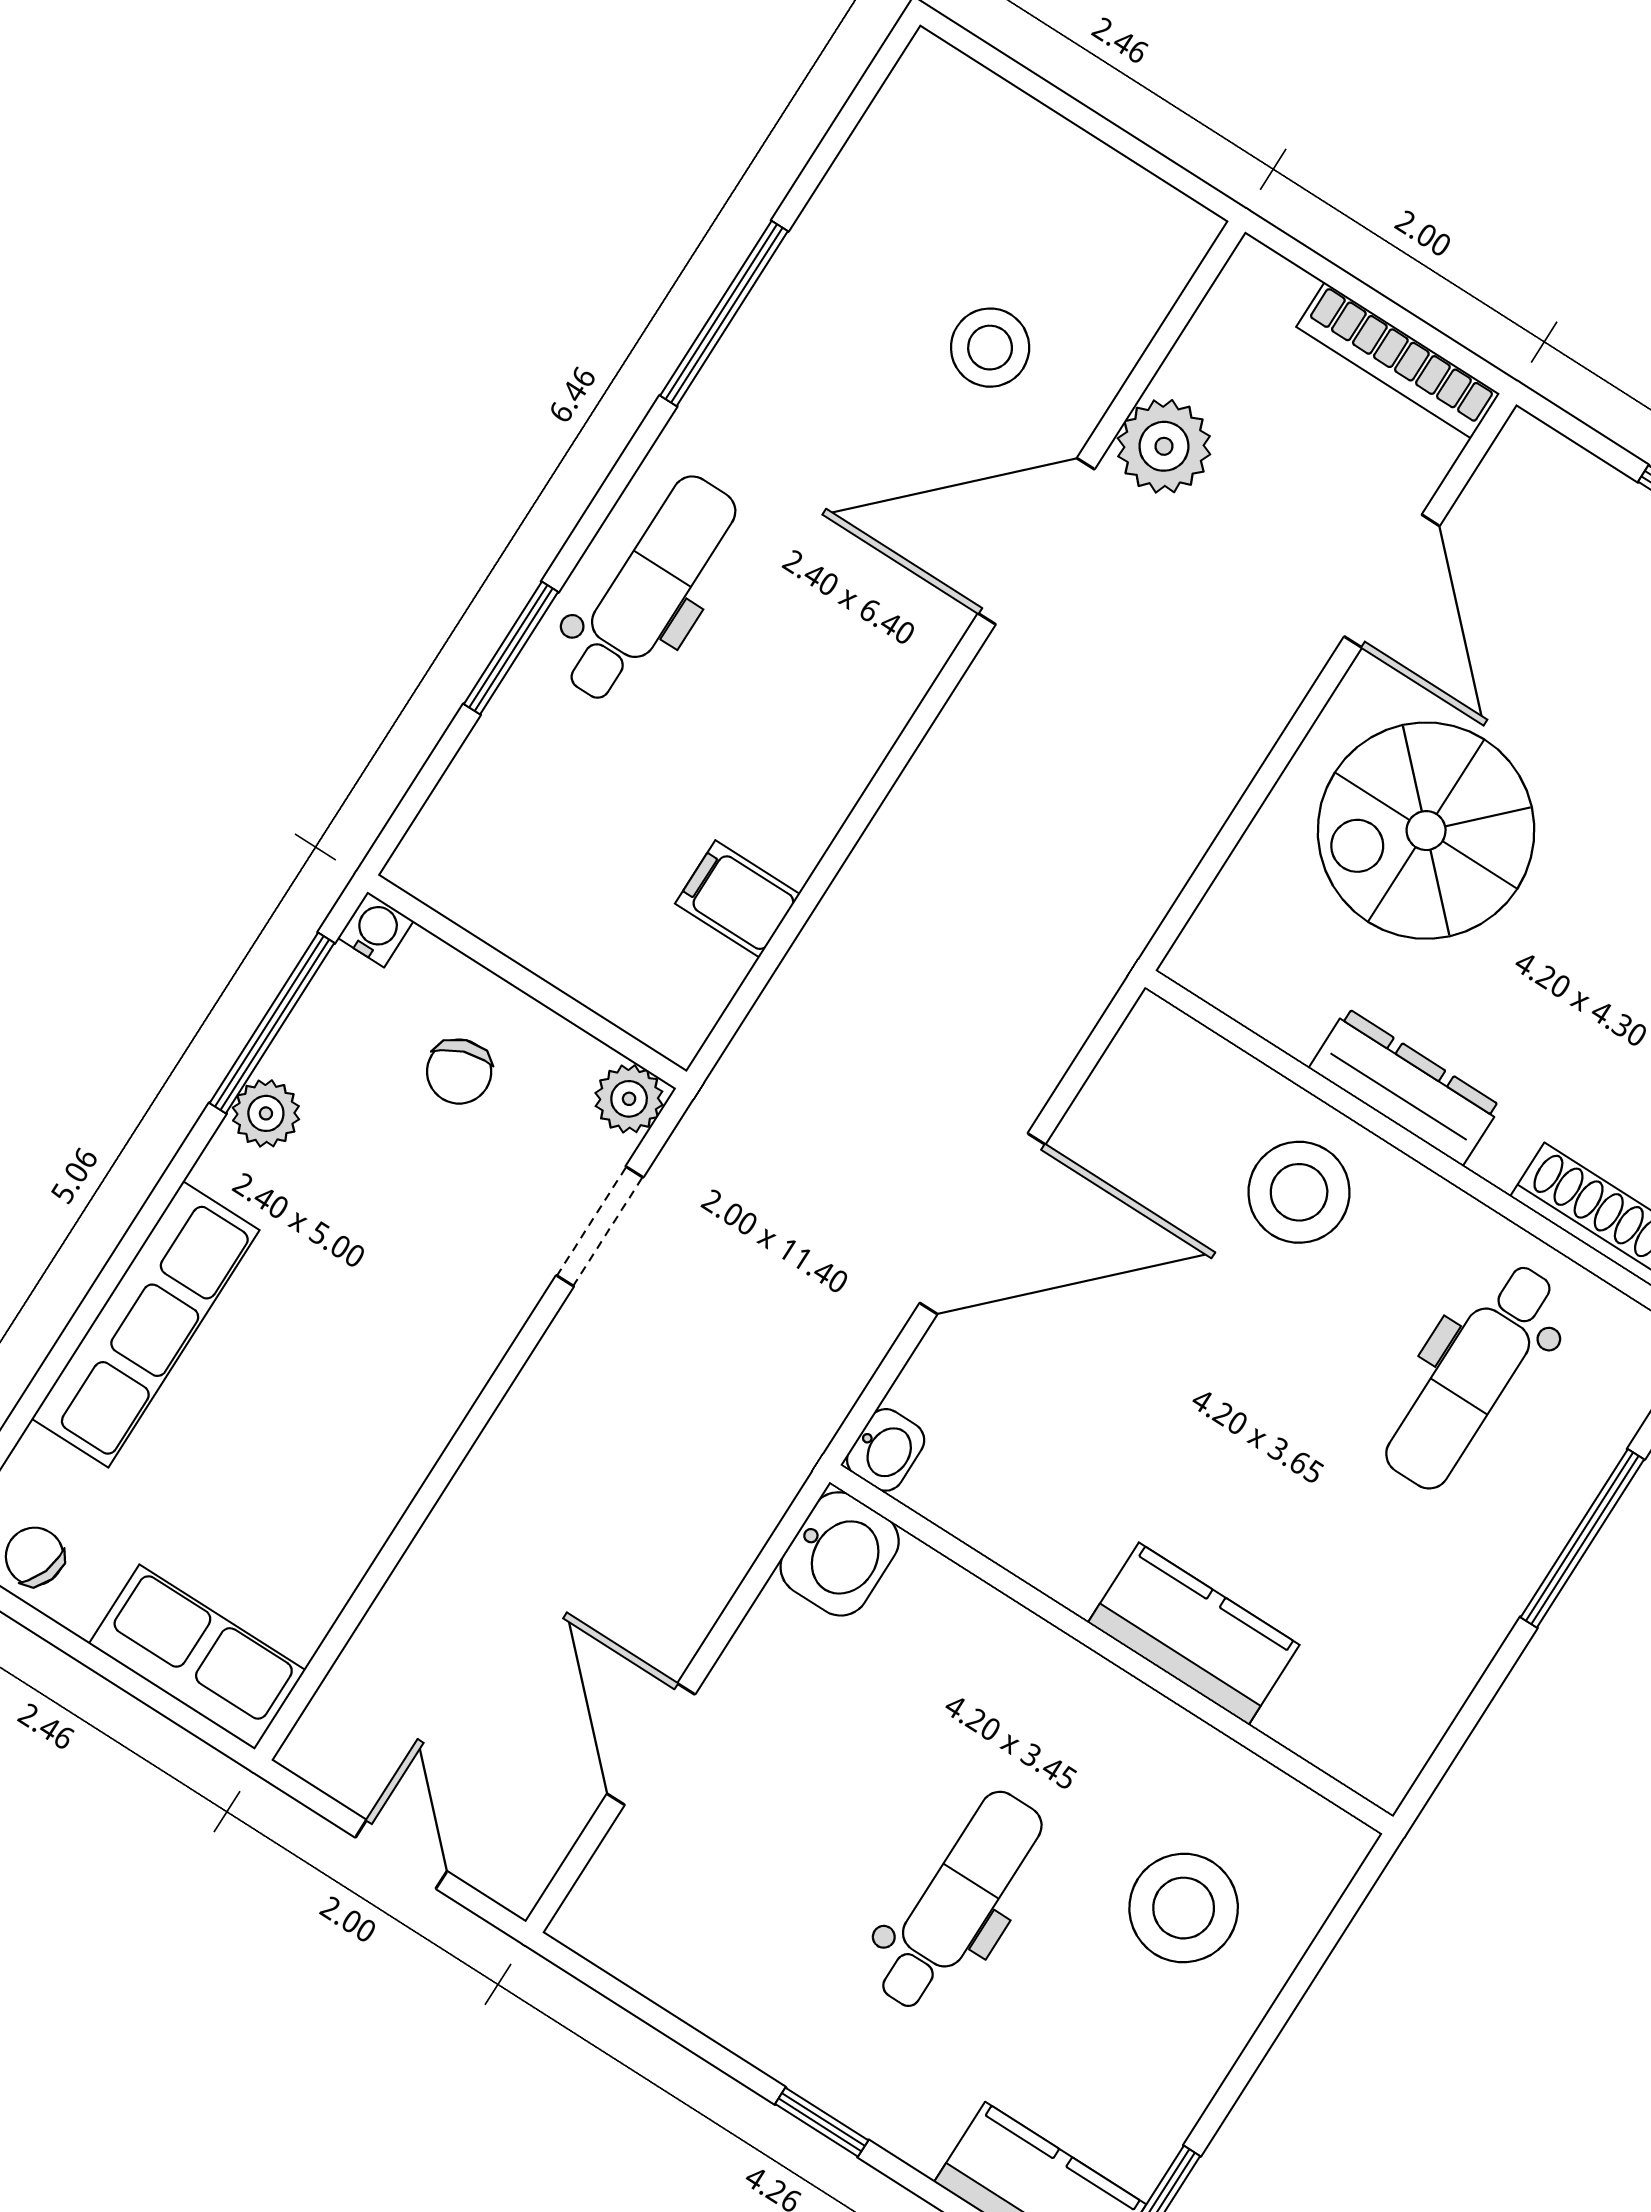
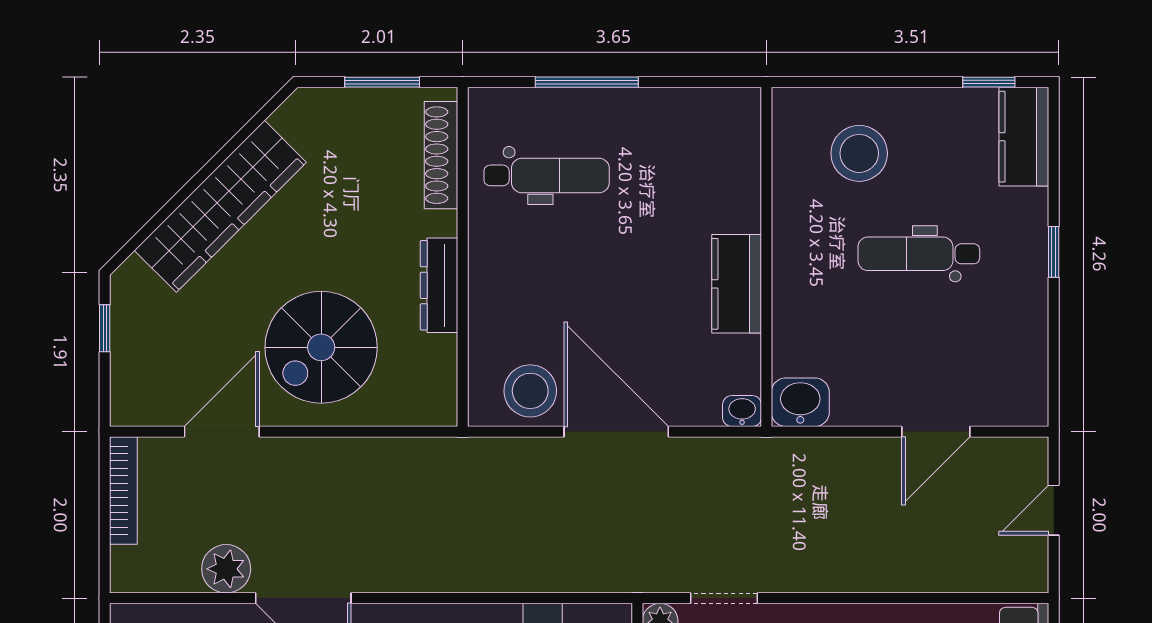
spiral stairs: (1426, 831) -> (321, 347), turned 90
stool: (1299, 1192) -> (530, 391), moved
kitchen counter: (1194, 1634) -> (737, 284), moved

